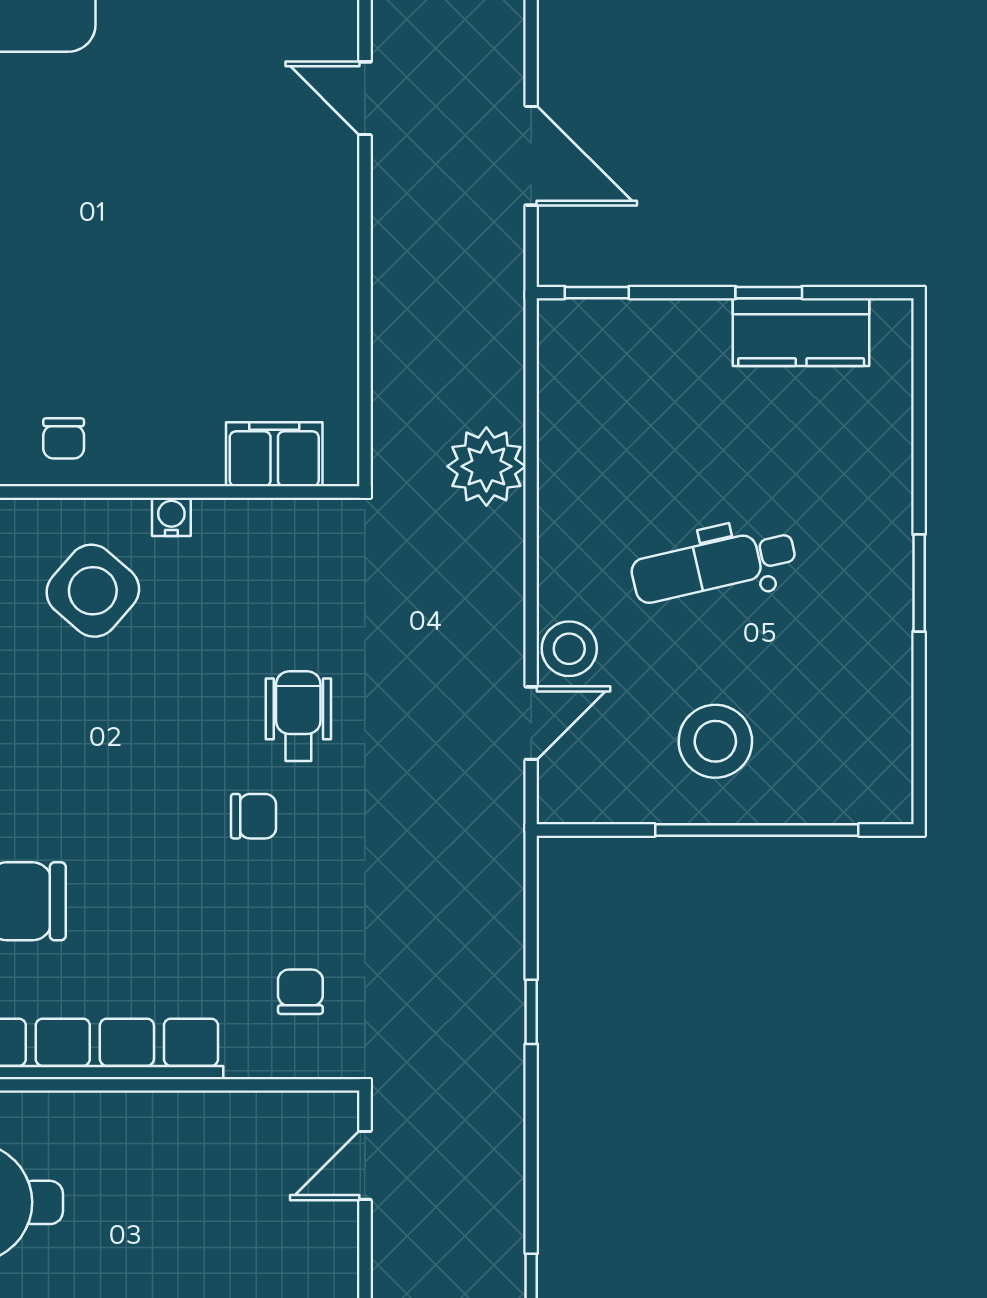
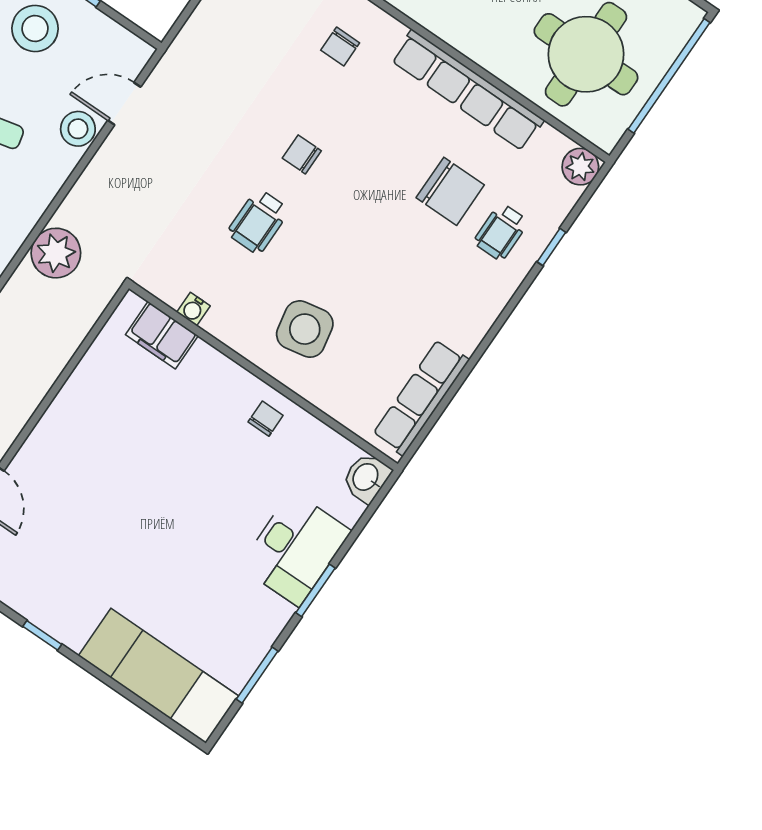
water cooler: (171, 517) -> (193, 309), moved
side table: (93, 591) -> (305, 329), turned 38
wheelchair: (298, 716) -> (258, 222), moved

